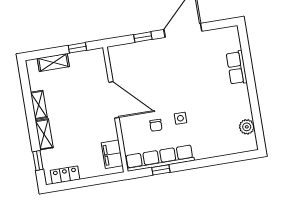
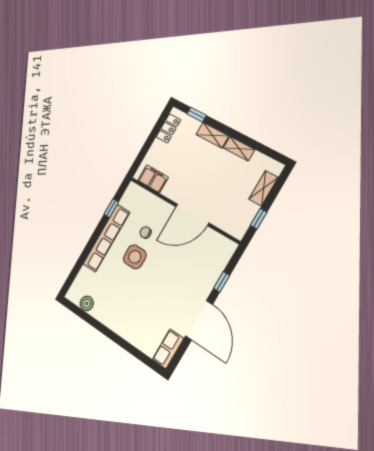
row of seats: (237, 68) -> (168, 349), moved, turned -90
side table: (180, 118) -> (135, 257), width x1.87, depth x1.87
row of seats: (160, 158) -> (106, 238), moved

